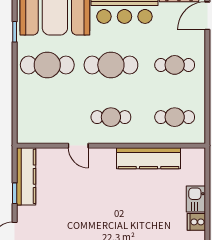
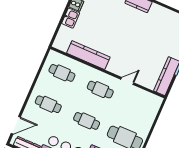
cafe table: (111, 65) -> (87, 121), width x0.73, depth x0.74
door: (78, 146) -> (127, 81), hinge flipped

